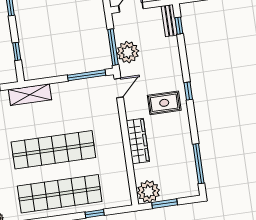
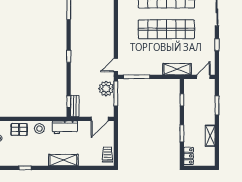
rug: (164, 103) -> (86, 50), removed
wardrobe: (138, 141) -> (108, 27), removed

